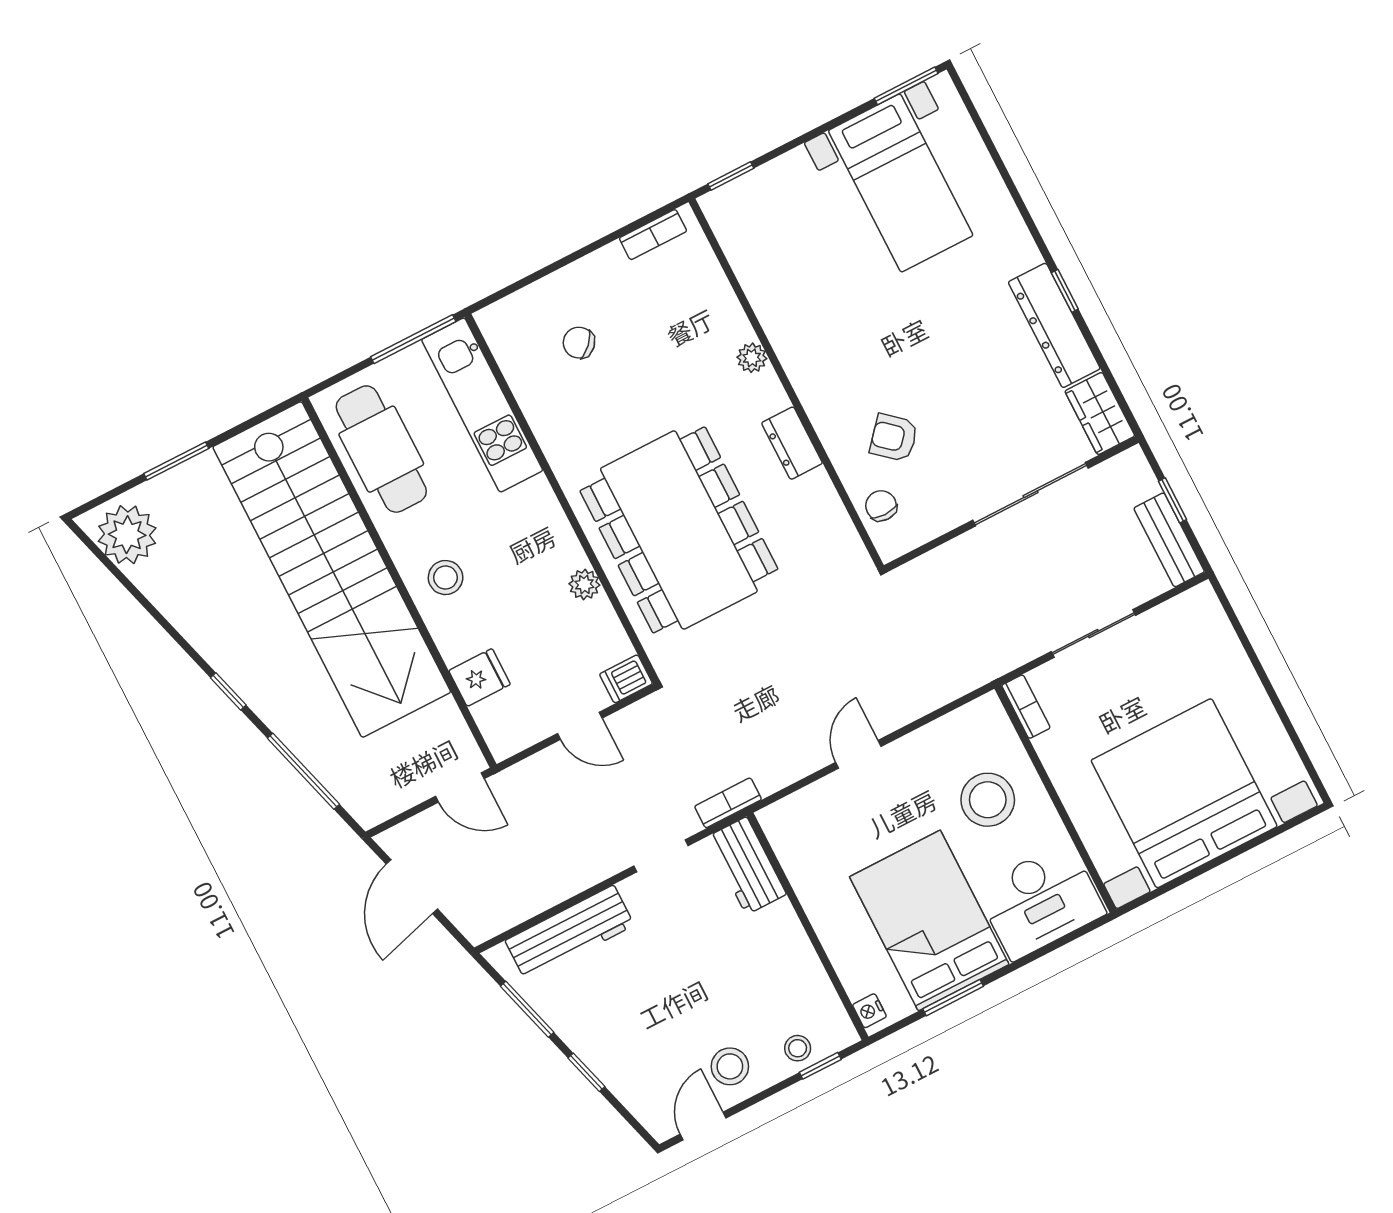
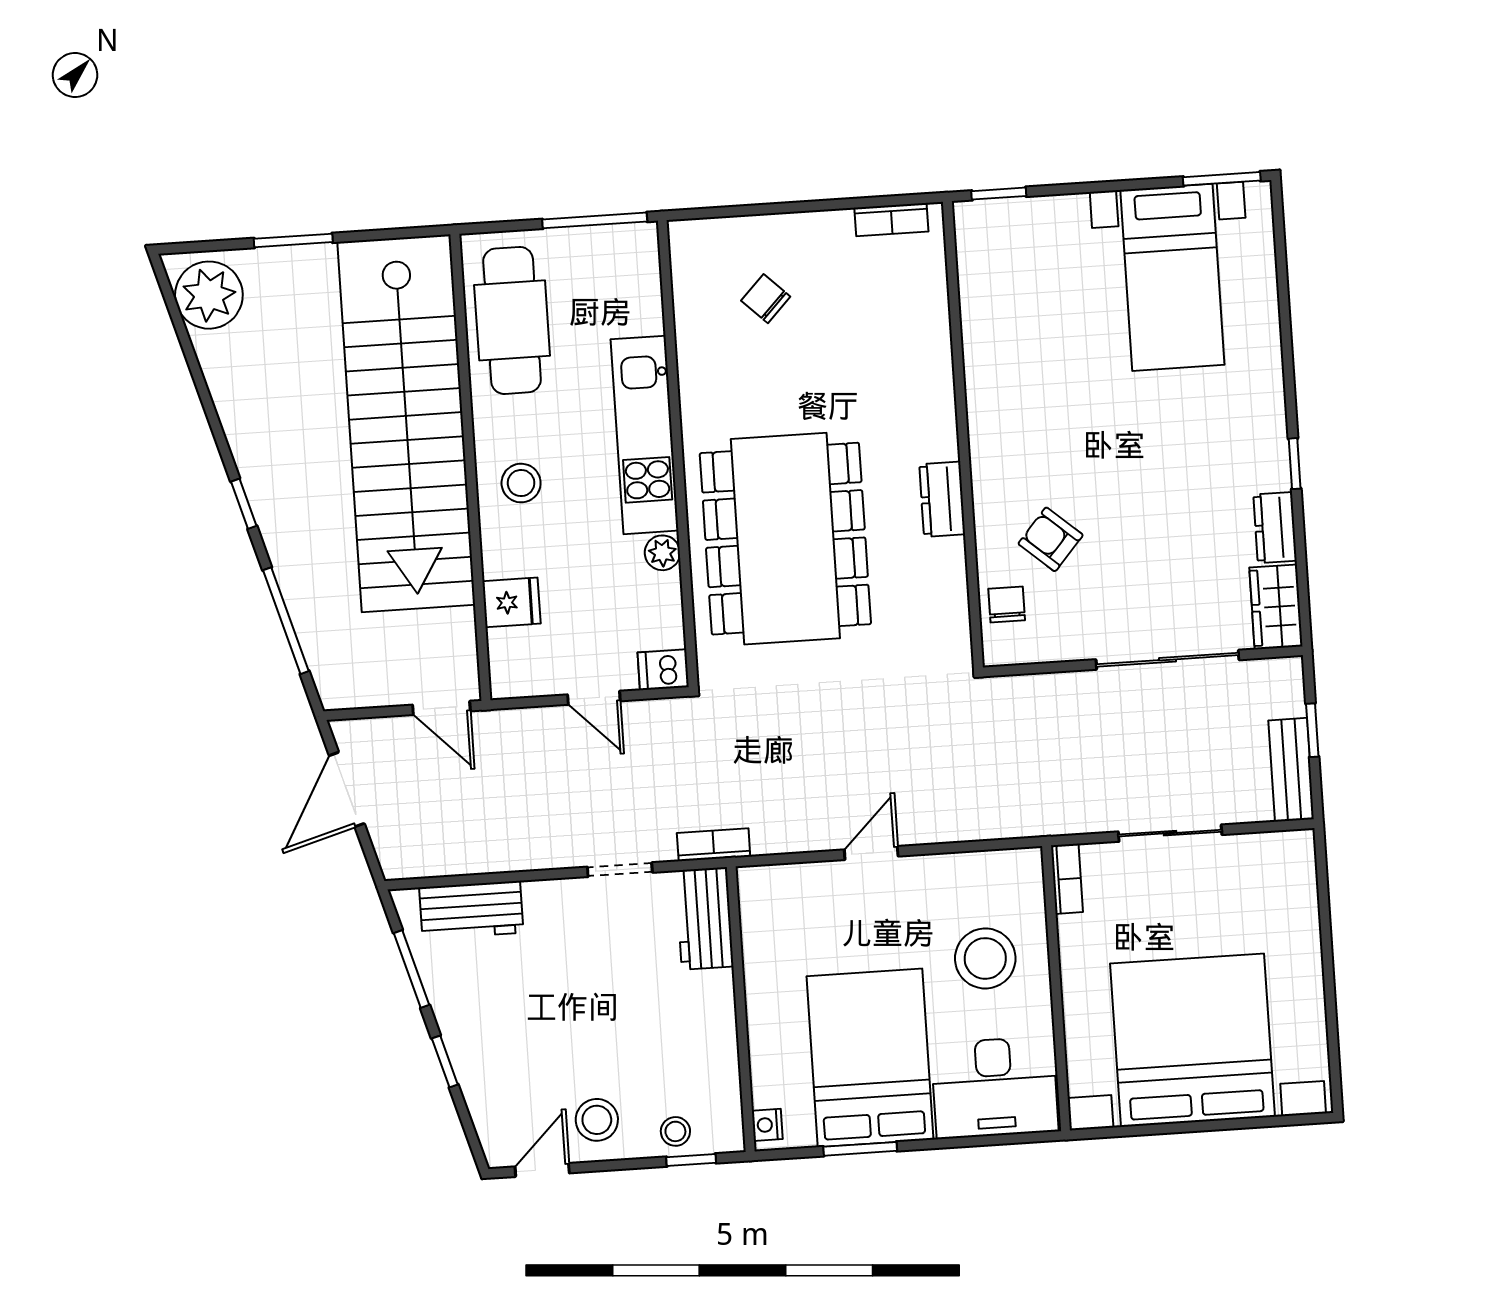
dresser: (1054, 325) -> (1275, 528), width x0.51, depth x0.80
plant: (752, 358) -> (939, 392), removed
kitchen unit: (482, 405) -> (645, 435), moved
workbench: (570, 933) -> (471, 910), width x0.73

